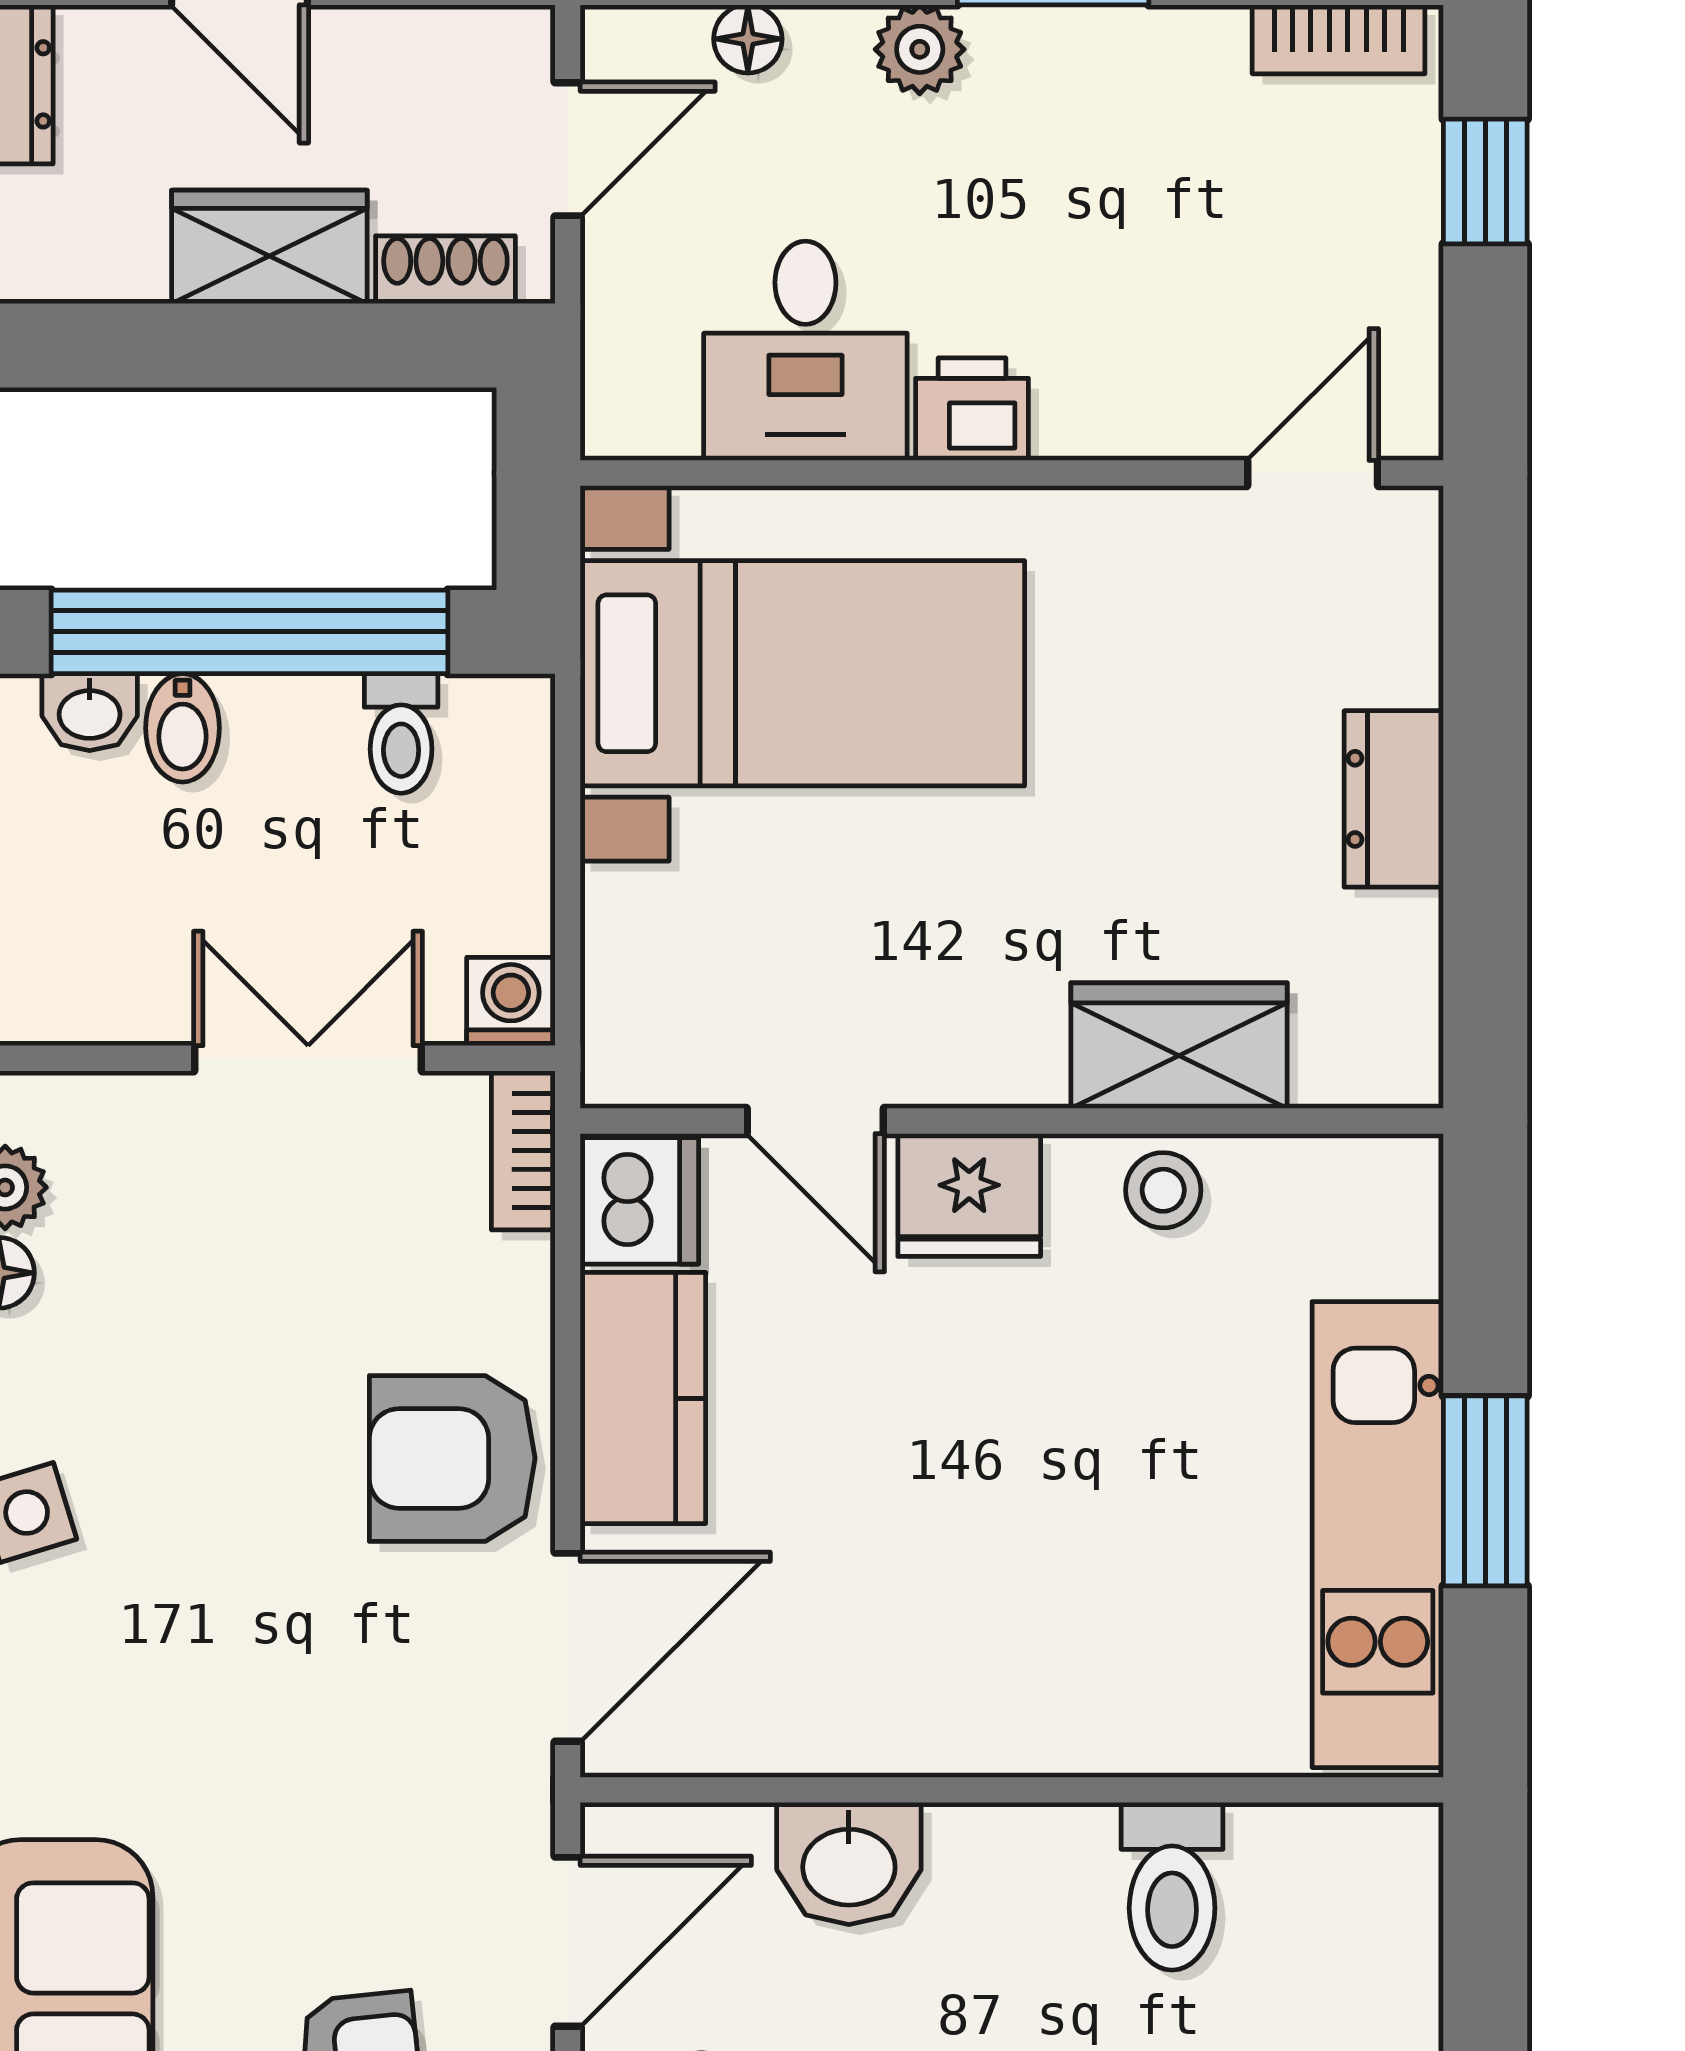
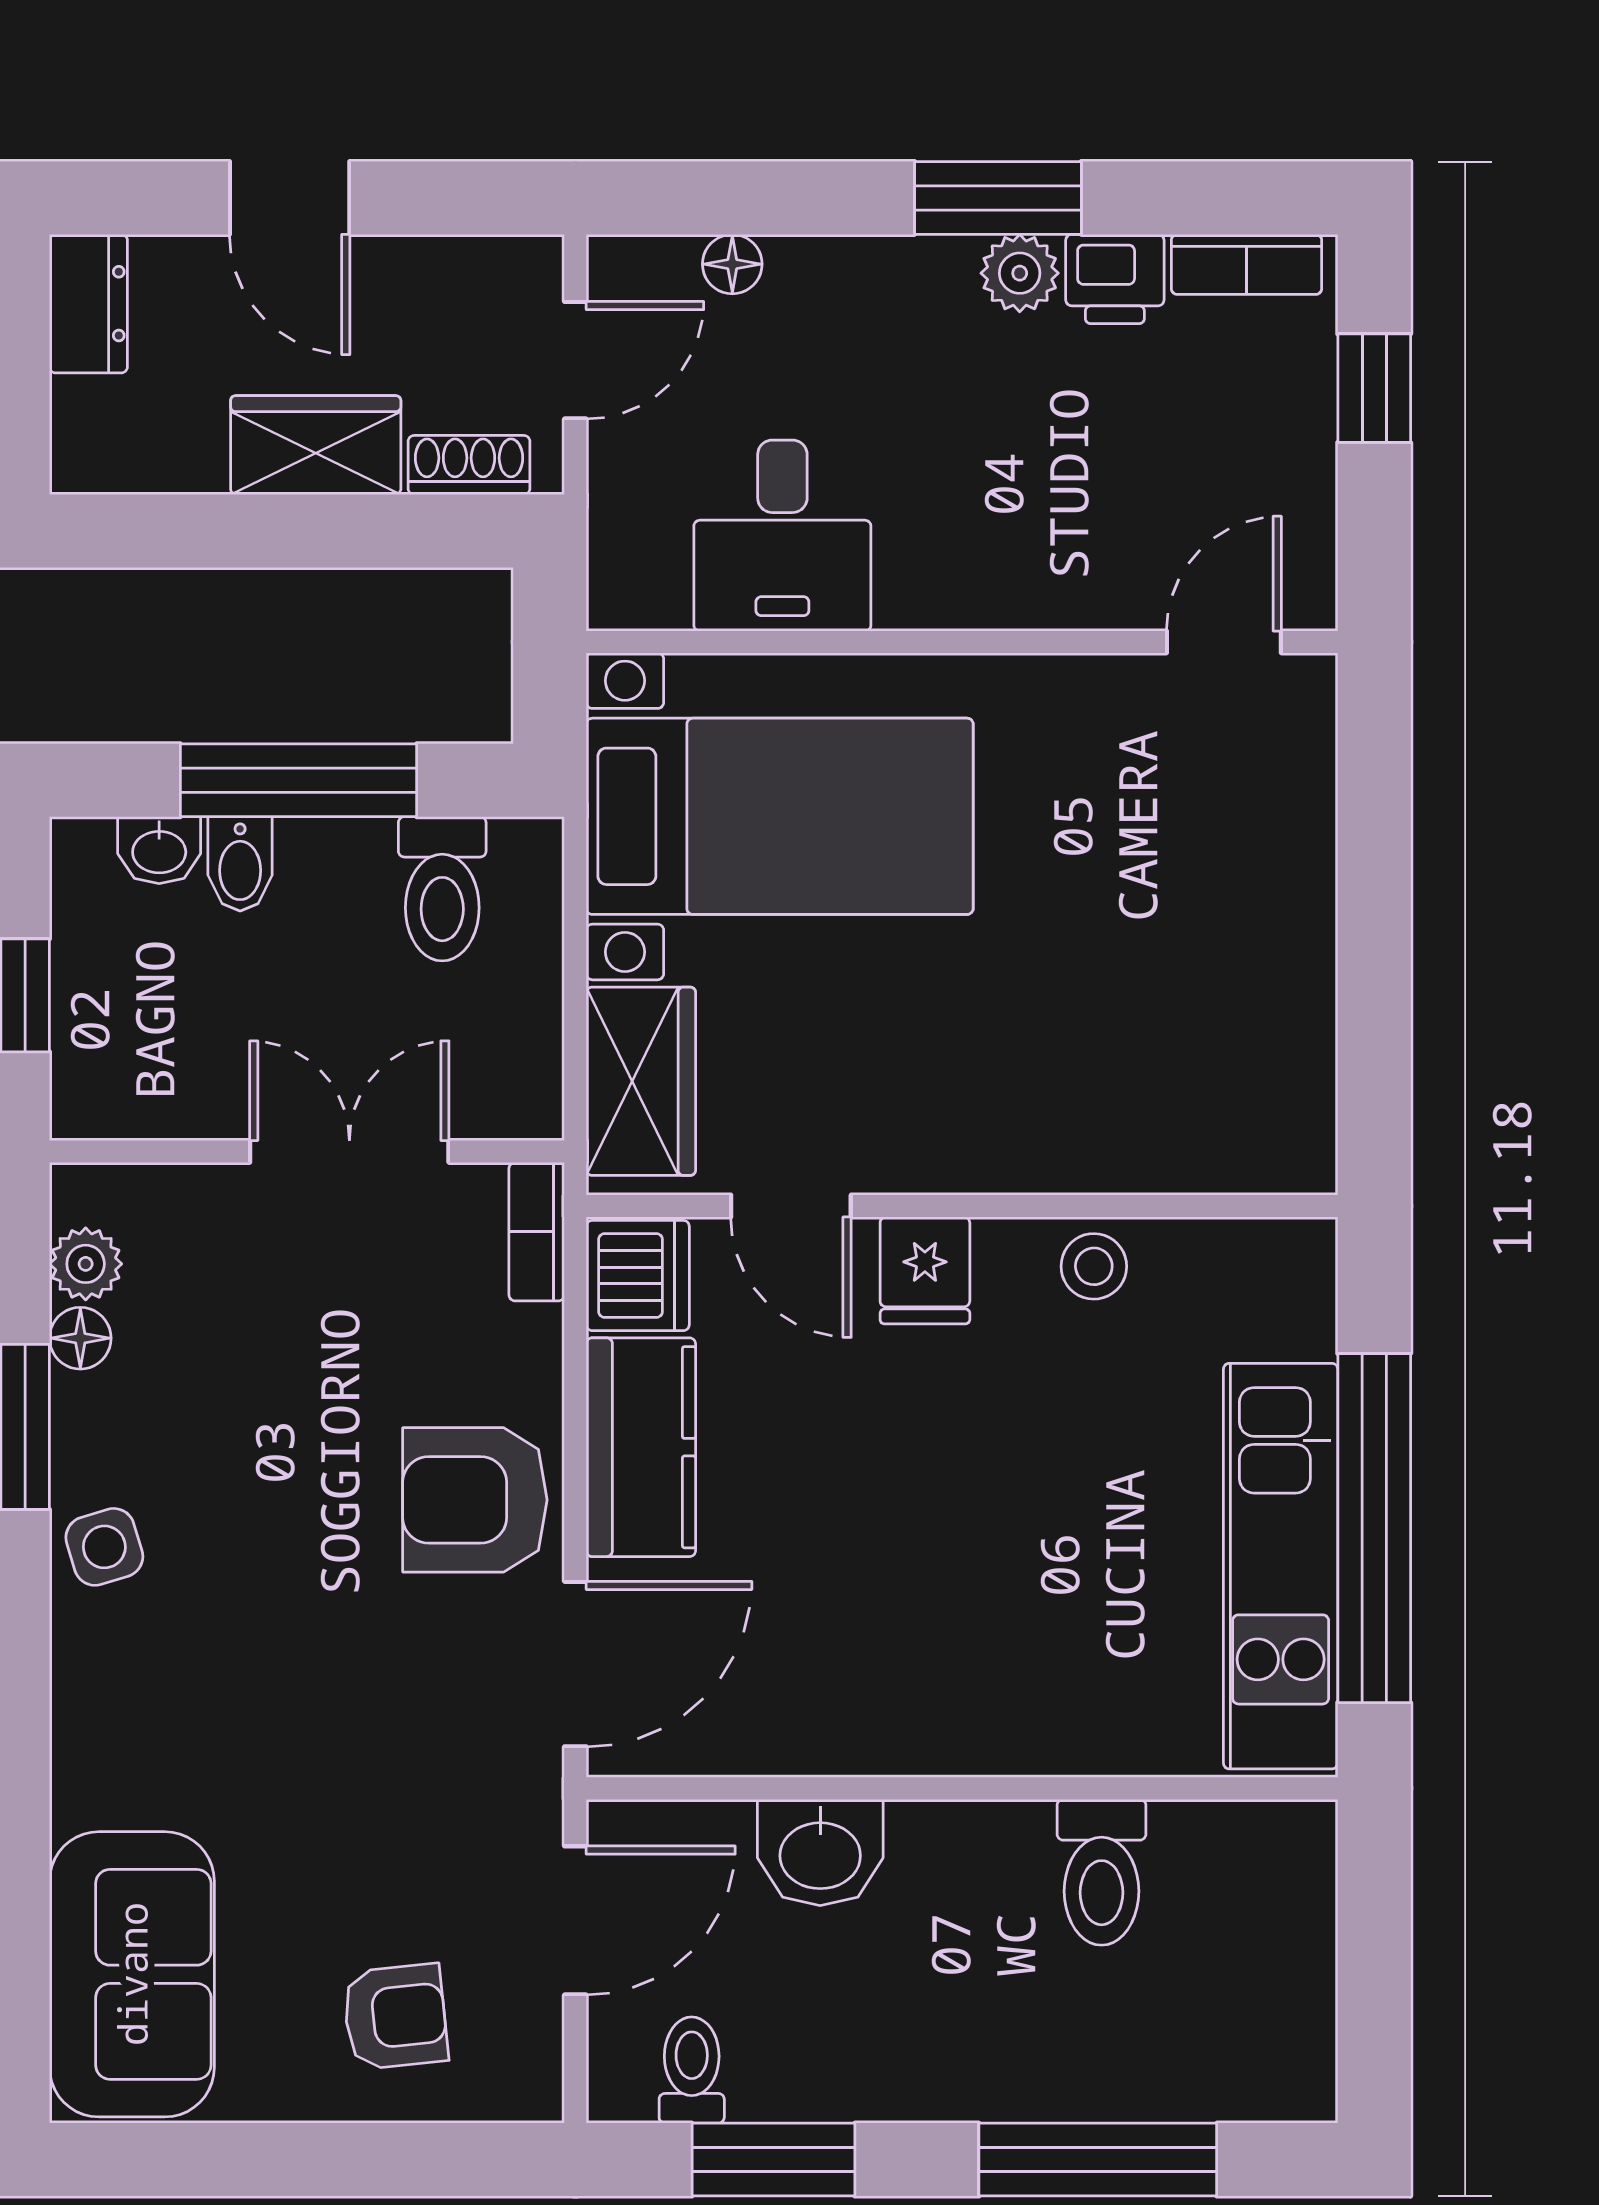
plant: (920, 49) -> (1020, 273), moved
printer: (972, 409) -> (1115, 279), moved, turned 180
window: (250, 632) -> (298, 780), width x0.68
toilet: (401, 733) -> (442, 889), width x1.37, depth x1.39
dresser: (1394, 799) -> (1295, 926), removed
washing machine: (511, 1002) -> (526, 1102), removed
wardrobe: (1179, 1046) -> (641, 1081), moved, turned 90
fridge: (969, 1195) -> (925, 1270), width x0.72
window: (1485, 1491) -> (1374, 1528), width x2.11

